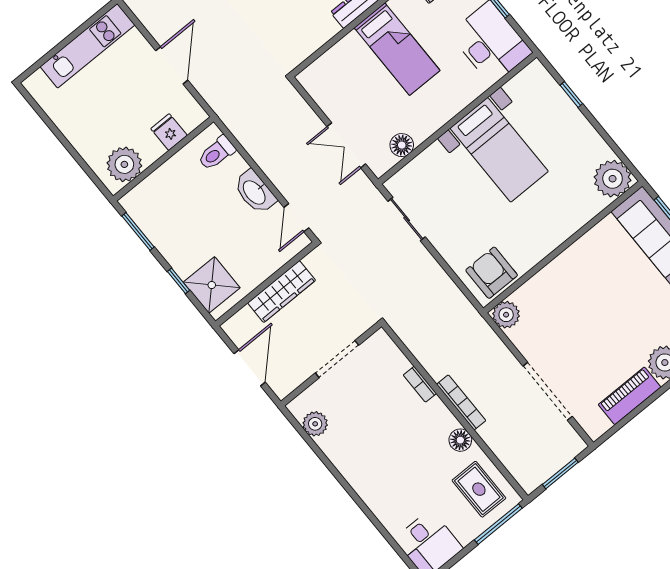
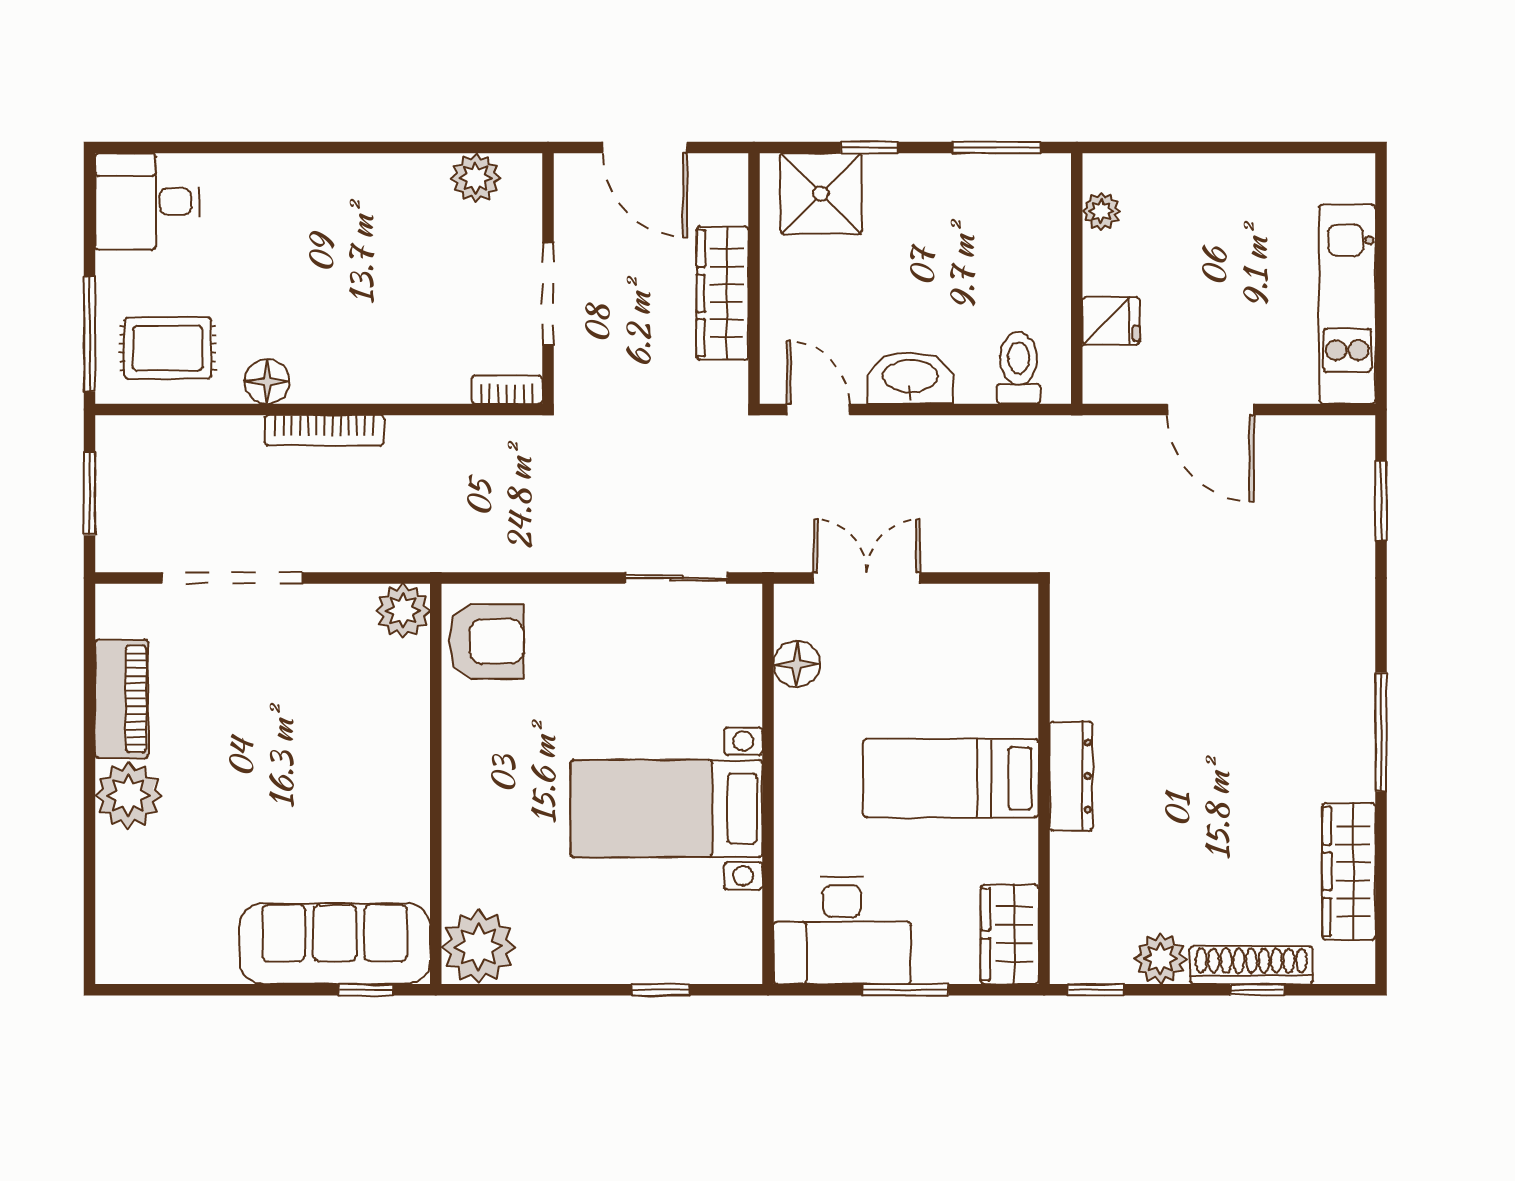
plant: (124, 164) -> (1101, 211), width x0.53, depth x0.53
bookcase: (420, 384) -> (507, 390), moved

